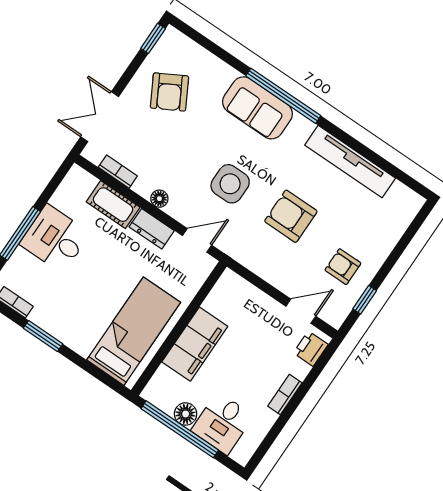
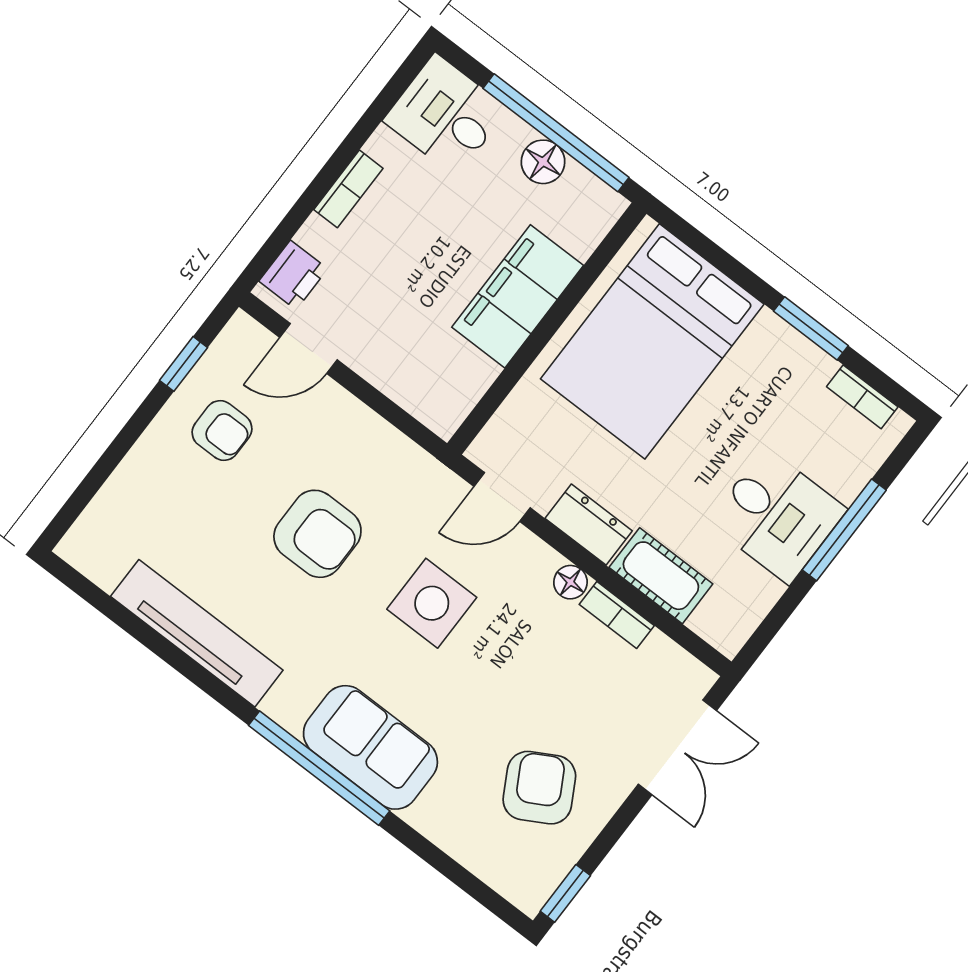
bookcase: (118, 172) -> (617, 615), moved
bed: (134, 331) -> (652, 341), width x1.50
desk: (222, 423) -> (446, 115), moved, turned -90

